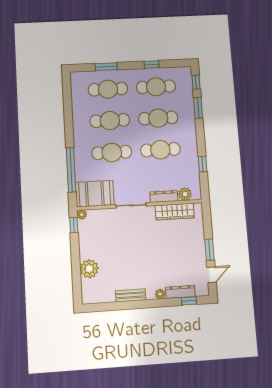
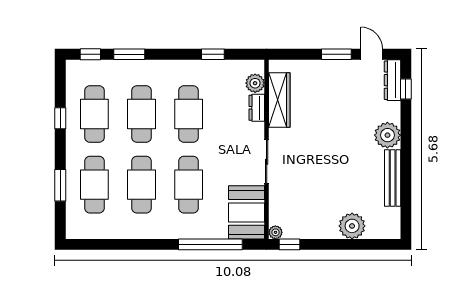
dresser: (164, 197) -> (257, 108), width x0.70
dresser: (180, 292) -> (393, 80), moved
plant: (160, 294) -> (387, 135), width x1.87, depth x1.87
bench: (131, 295) -> (393, 178), width x1.36

